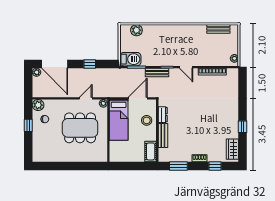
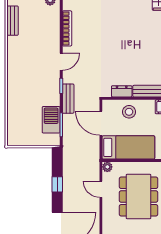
plant: (136, 30) -> (14, 125), removed
barbecue: (130, 59) -> (51, 120), moved

